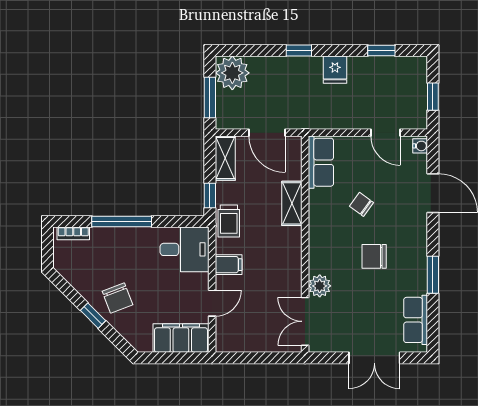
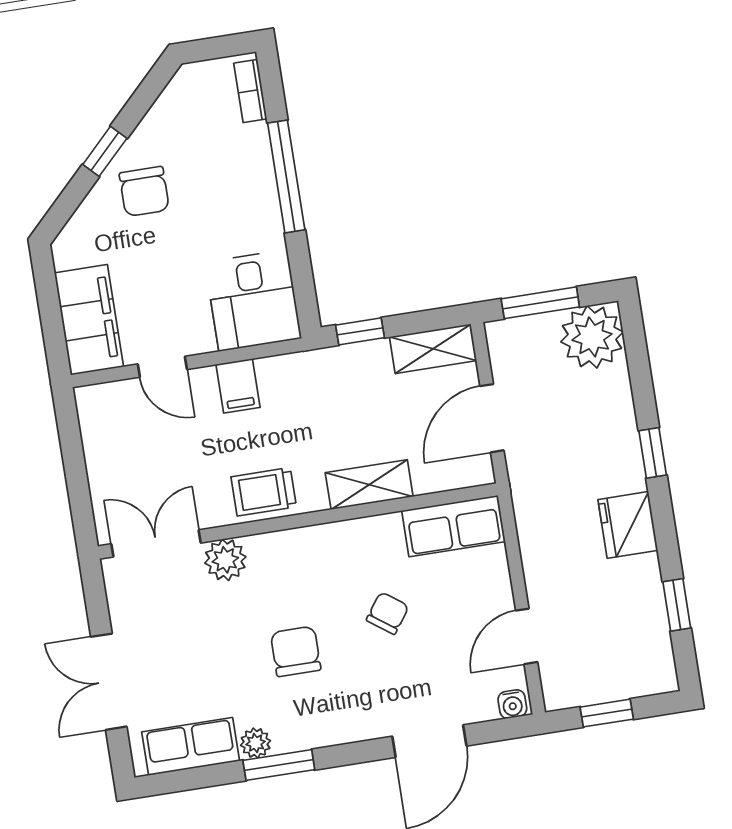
fridge: (335, 70) -> (628, 525), width x1.38
trolley: (229, 221) -> (264, 492), moved
plant: (419, 285) -> (256, 743), added
chair: (118, 298) -> (144, 191), turned -69

